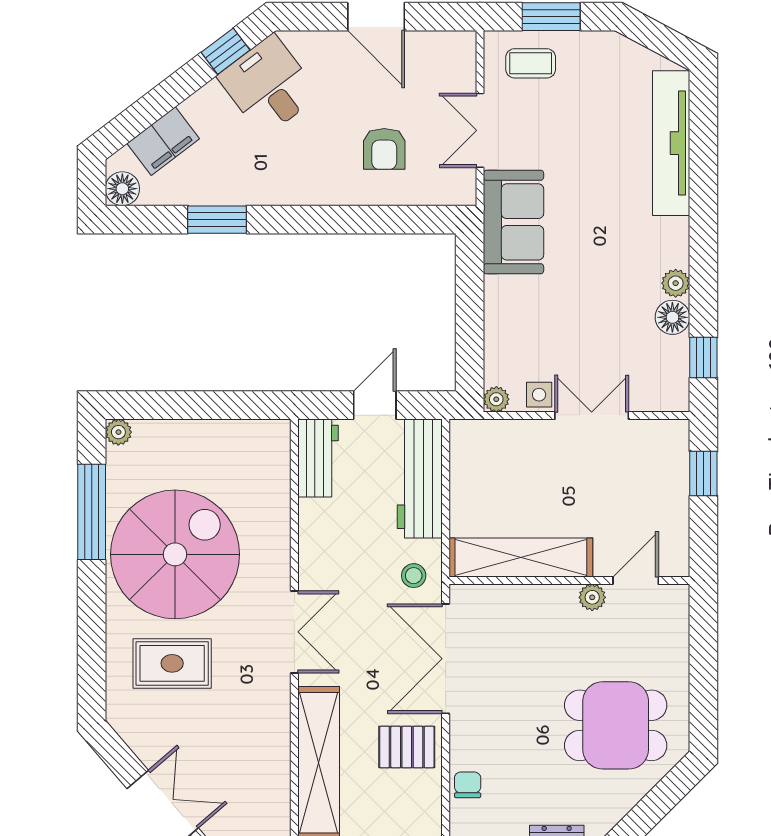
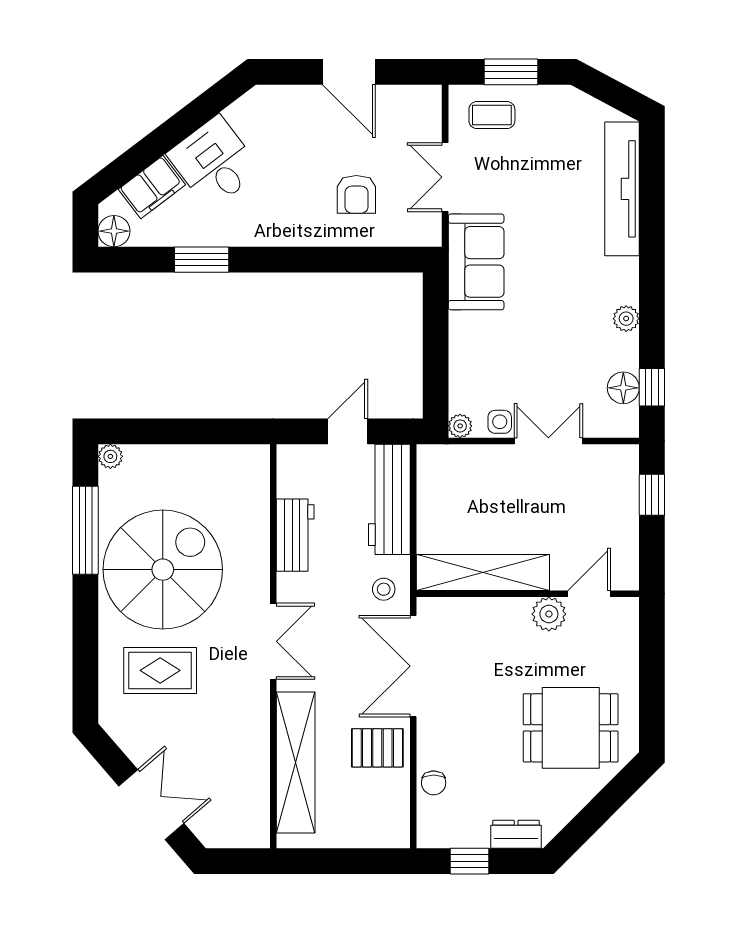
window: (225, 51) -> (209, 104), removed
desk: (269, 86) -> (214, 162), moved
floor lamp: (672, 317) -> (623, 388), moved
workbench: (318, 458) -> (295, 535), moved
plant: (592, 597) -> (549, 614), width x1.38, depth x1.38
chair: (468, 785) -> (434, 783), turned 180

